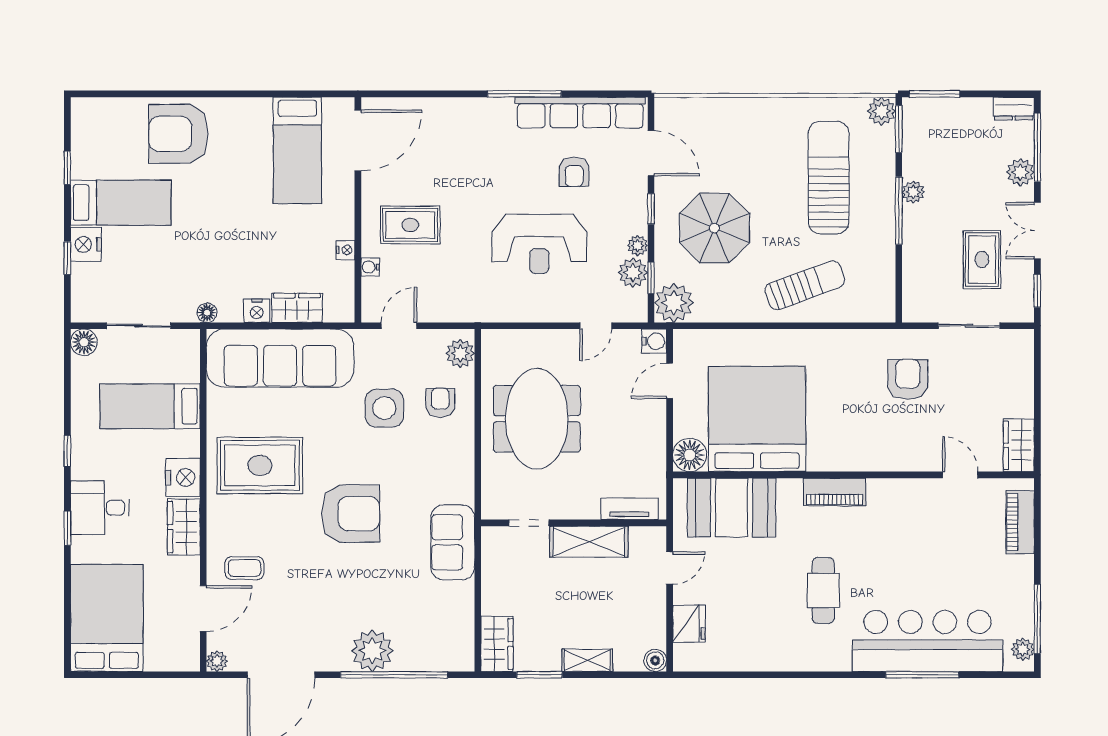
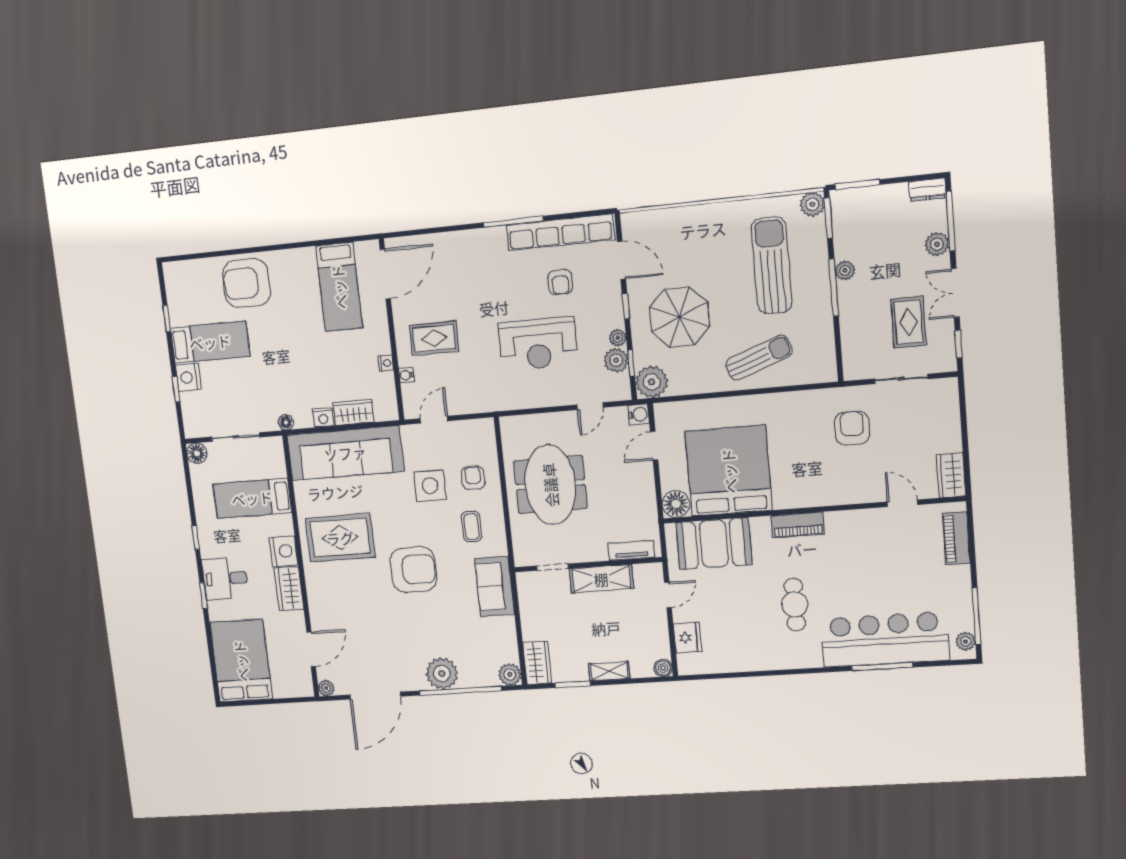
plant: (460, 353) -> (510, 674), moved
coffee table: (244, 568) -> (472, 526), moved, turned 90

